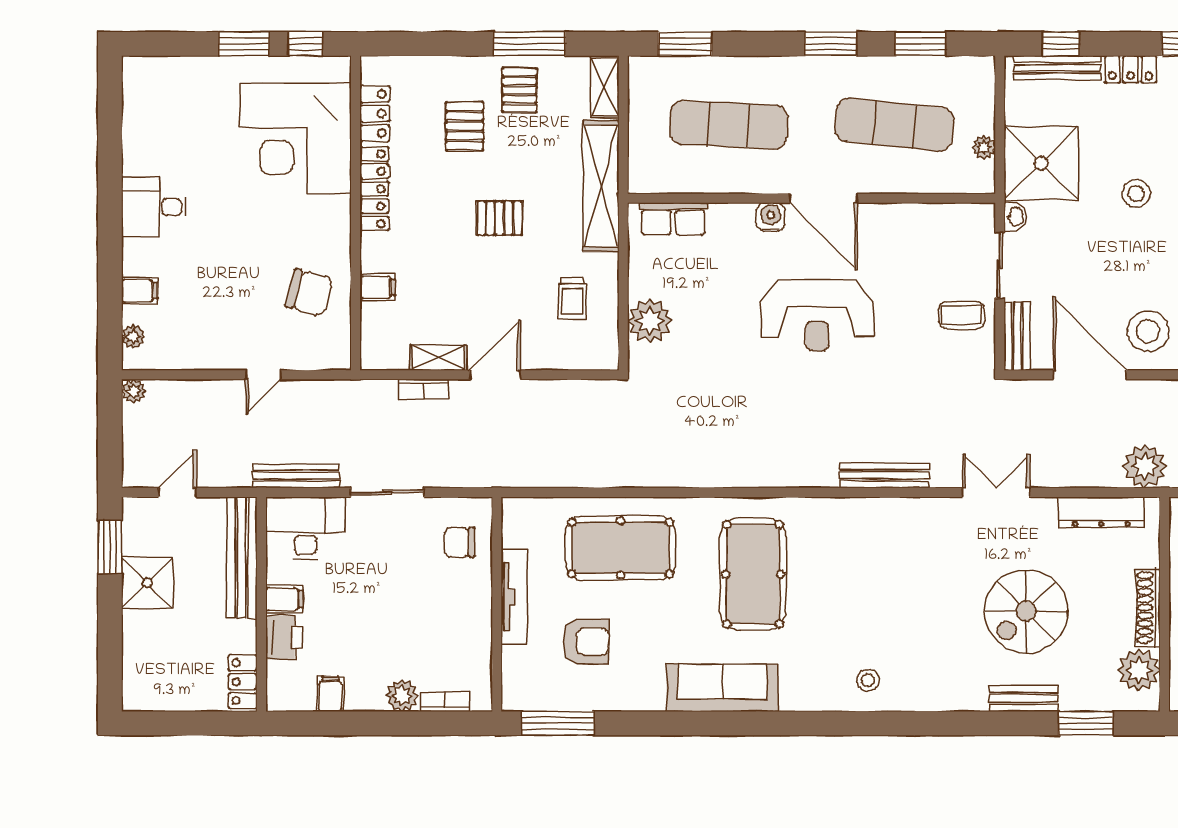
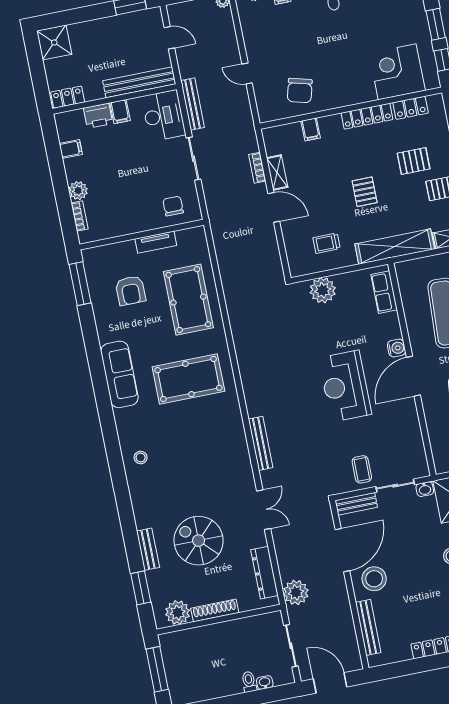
corner desk: (296, 139) -> (397, 72), width x0.74, depth x0.74
shower: (147, 583) -> (54, 43), moved
tv unit: (514, 597) -> (156, 242), width x0.71

